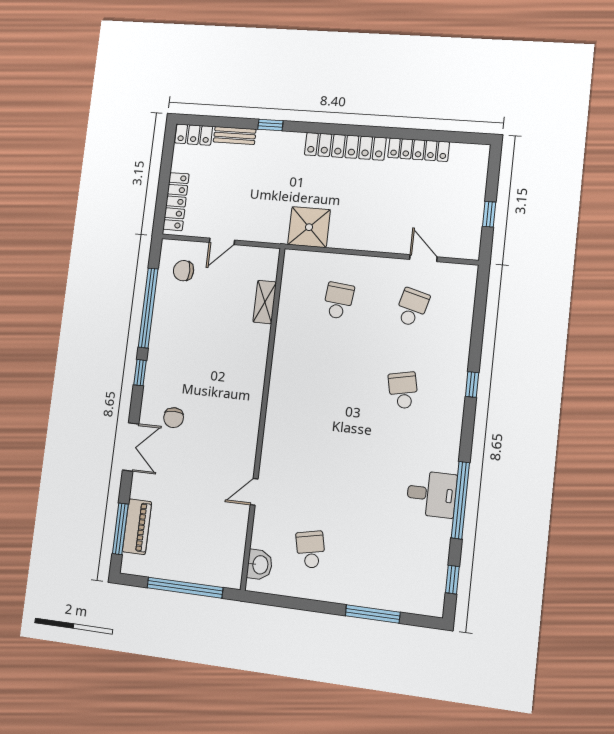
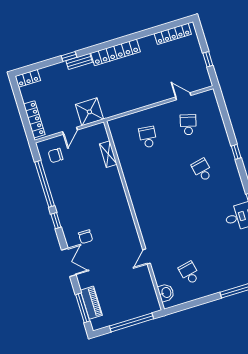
bench: (235, 136) -> (79, 61), moved
locker: (419, 150) -> (173, 34), moved
shower: (309, 227) -> (89, 112), moved

